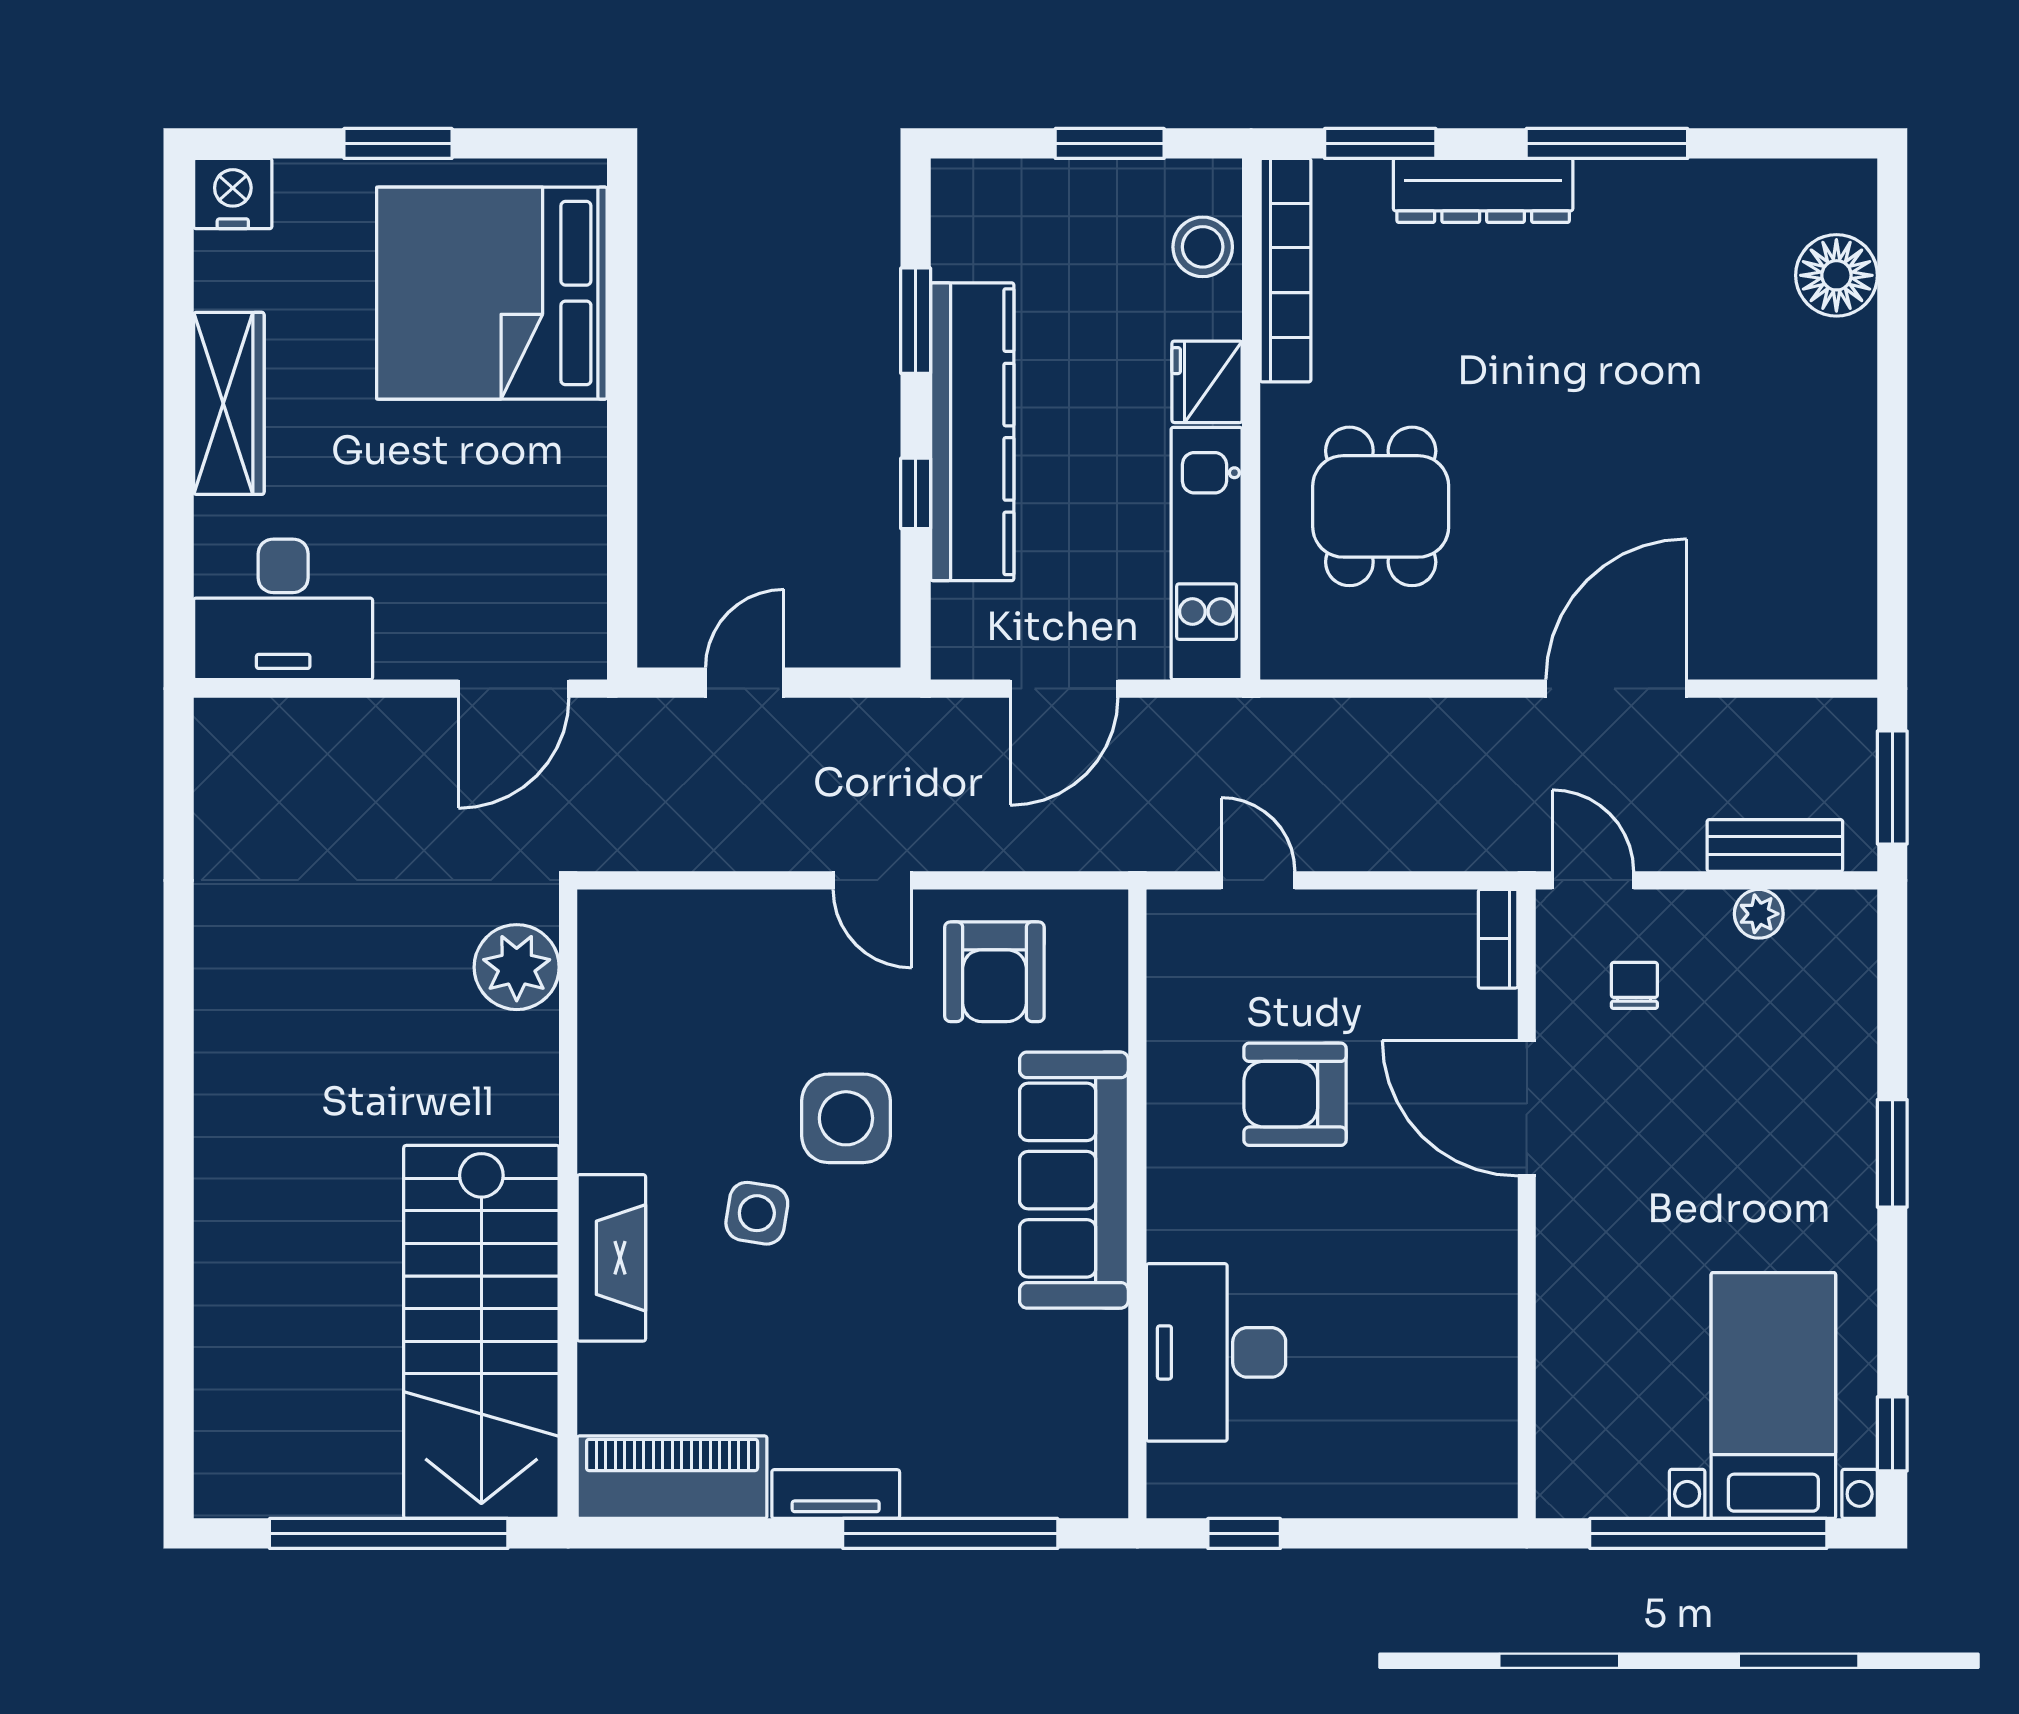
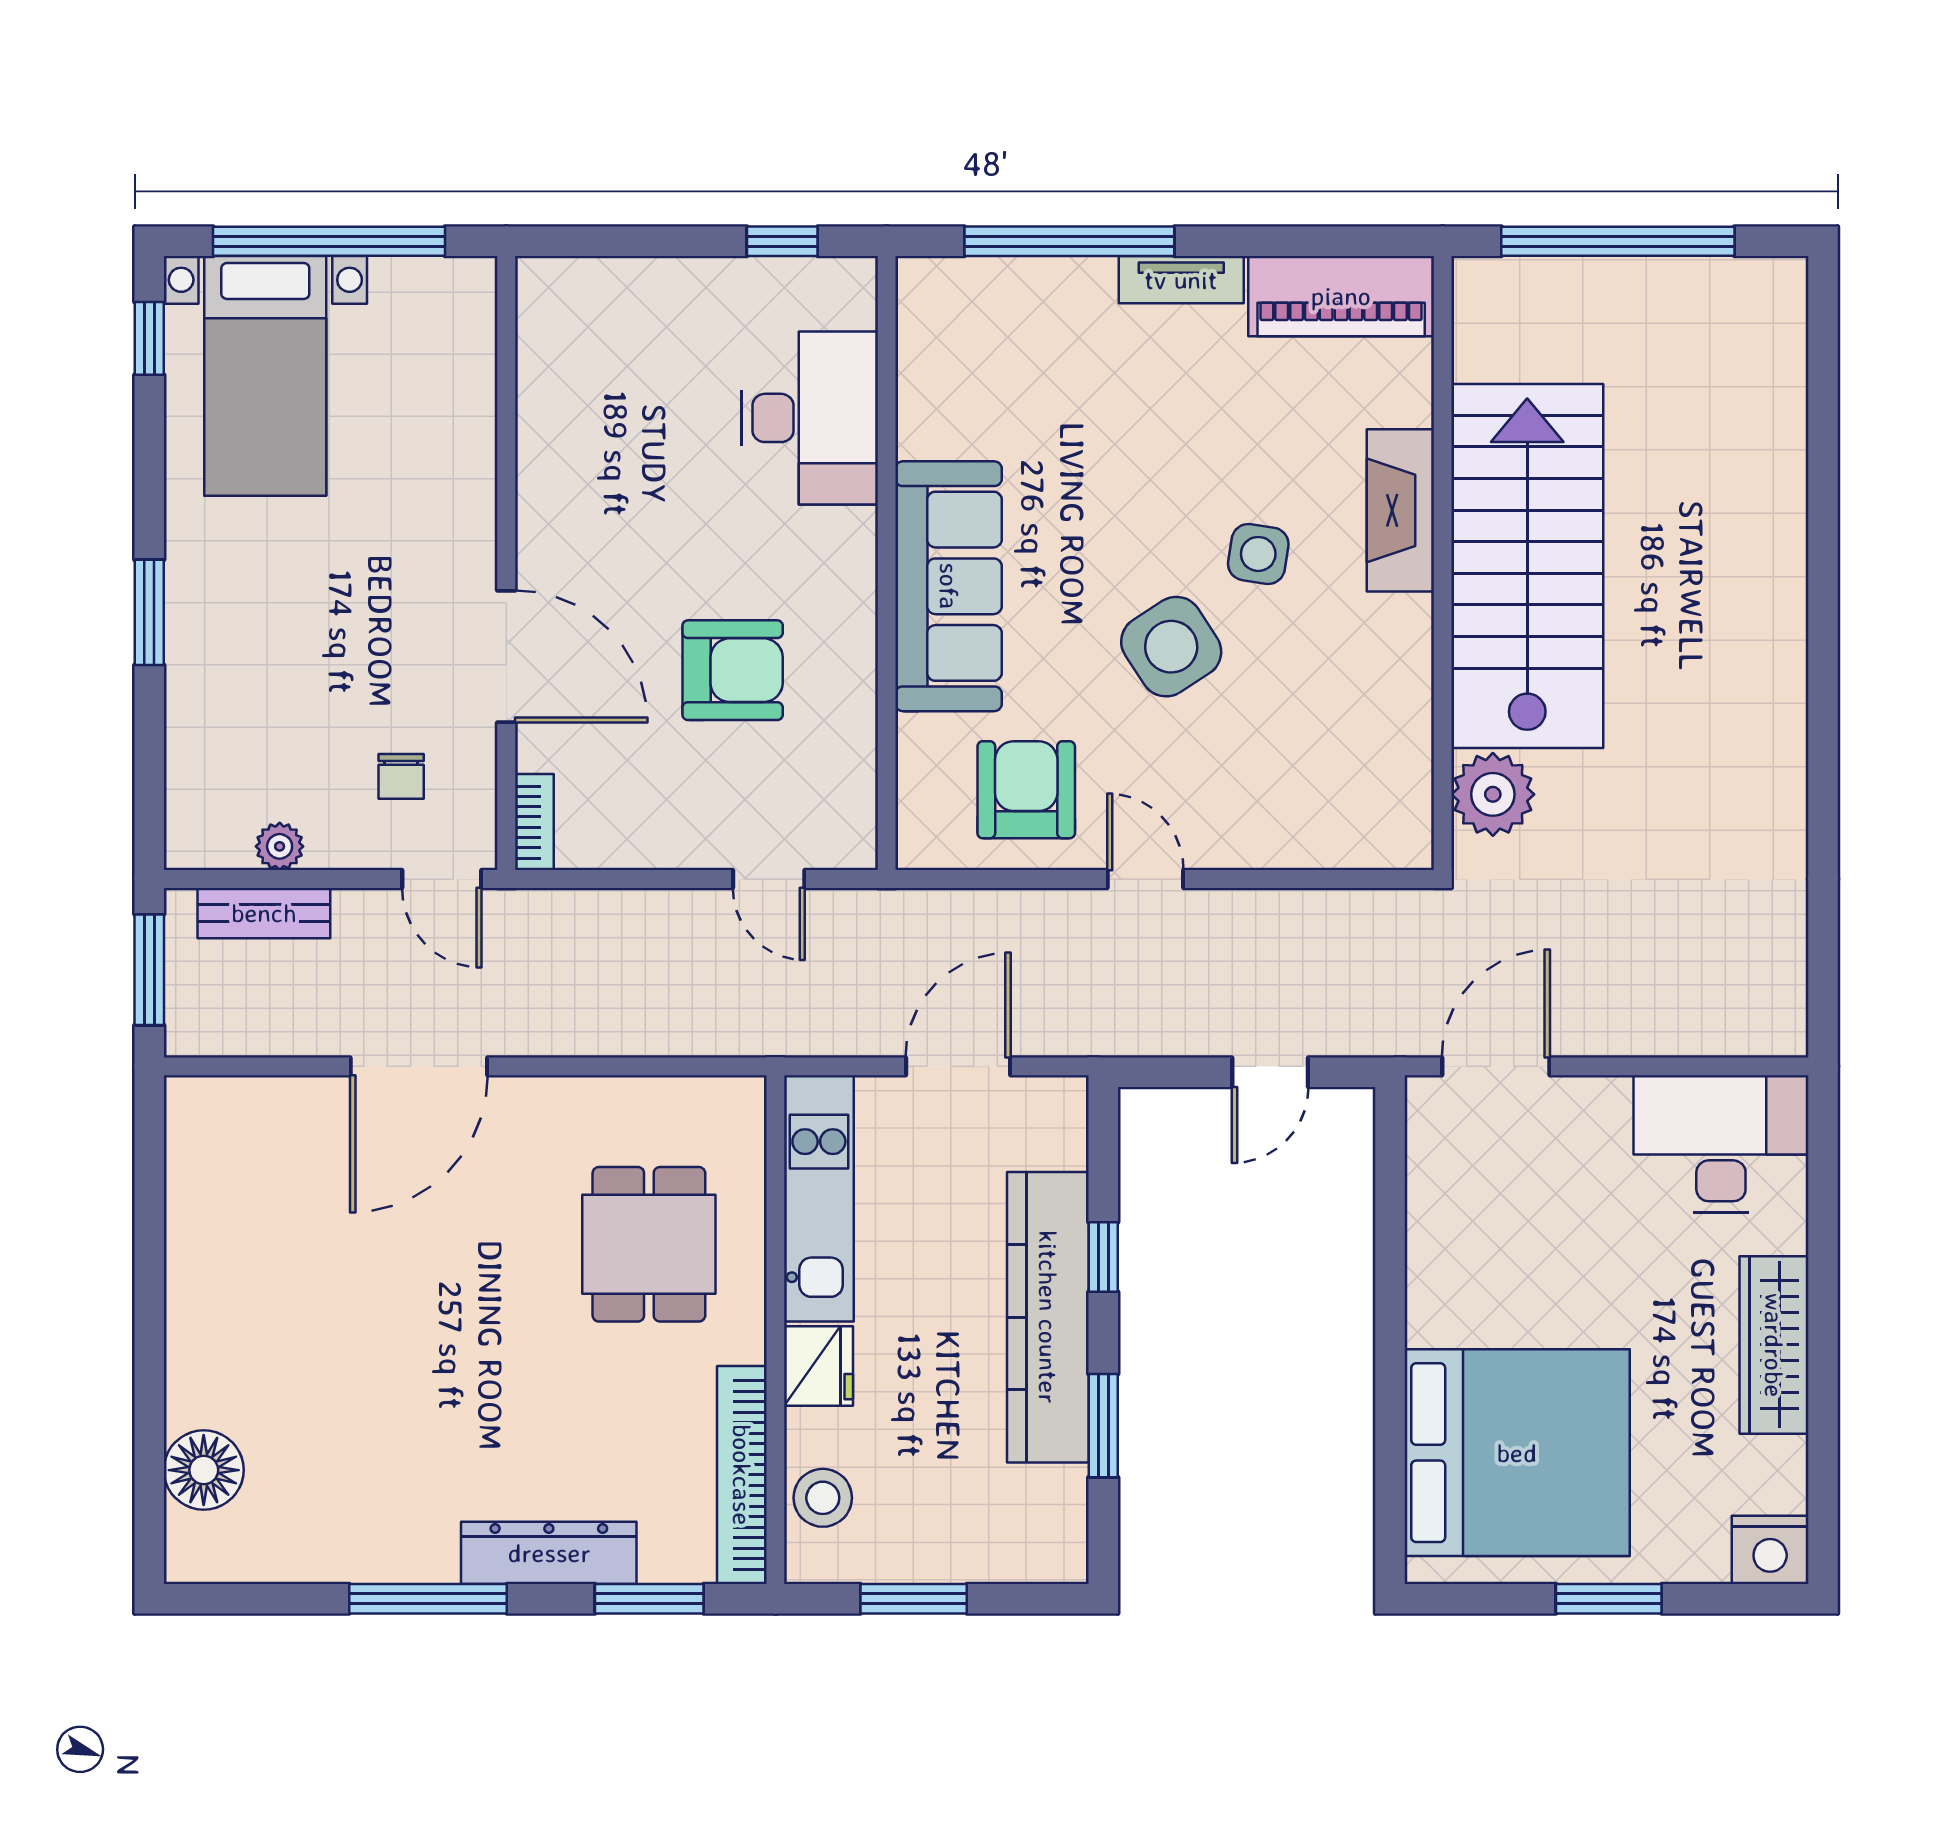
side table: (846, 1118) -> (1171, 647), turned -33
stairs: (481, 1332) -> (1527, 566), moved

